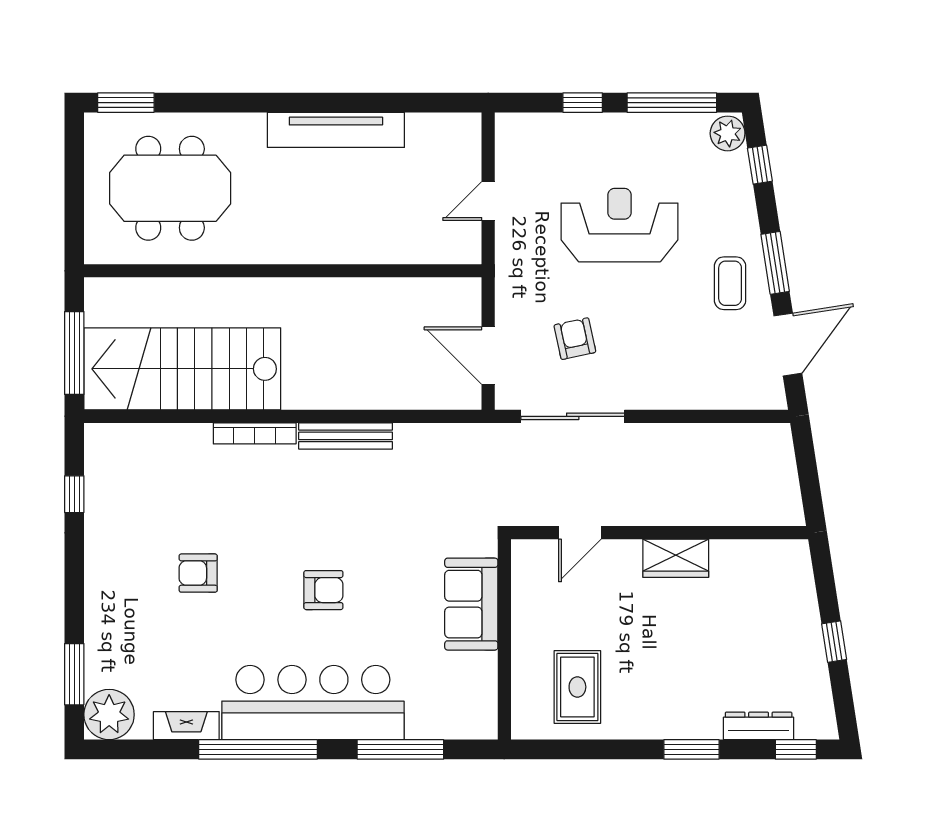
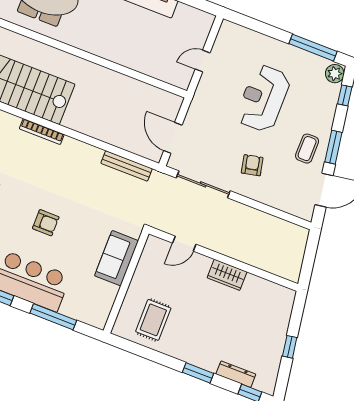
window: (583, 103) -> (269, 30), removed
reception desk: (619, 225) -> (263, 98), turned -90
armchair: (575, 339) -> (252, 165), moved
bench: (346, 436) -> (127, 166), moved

